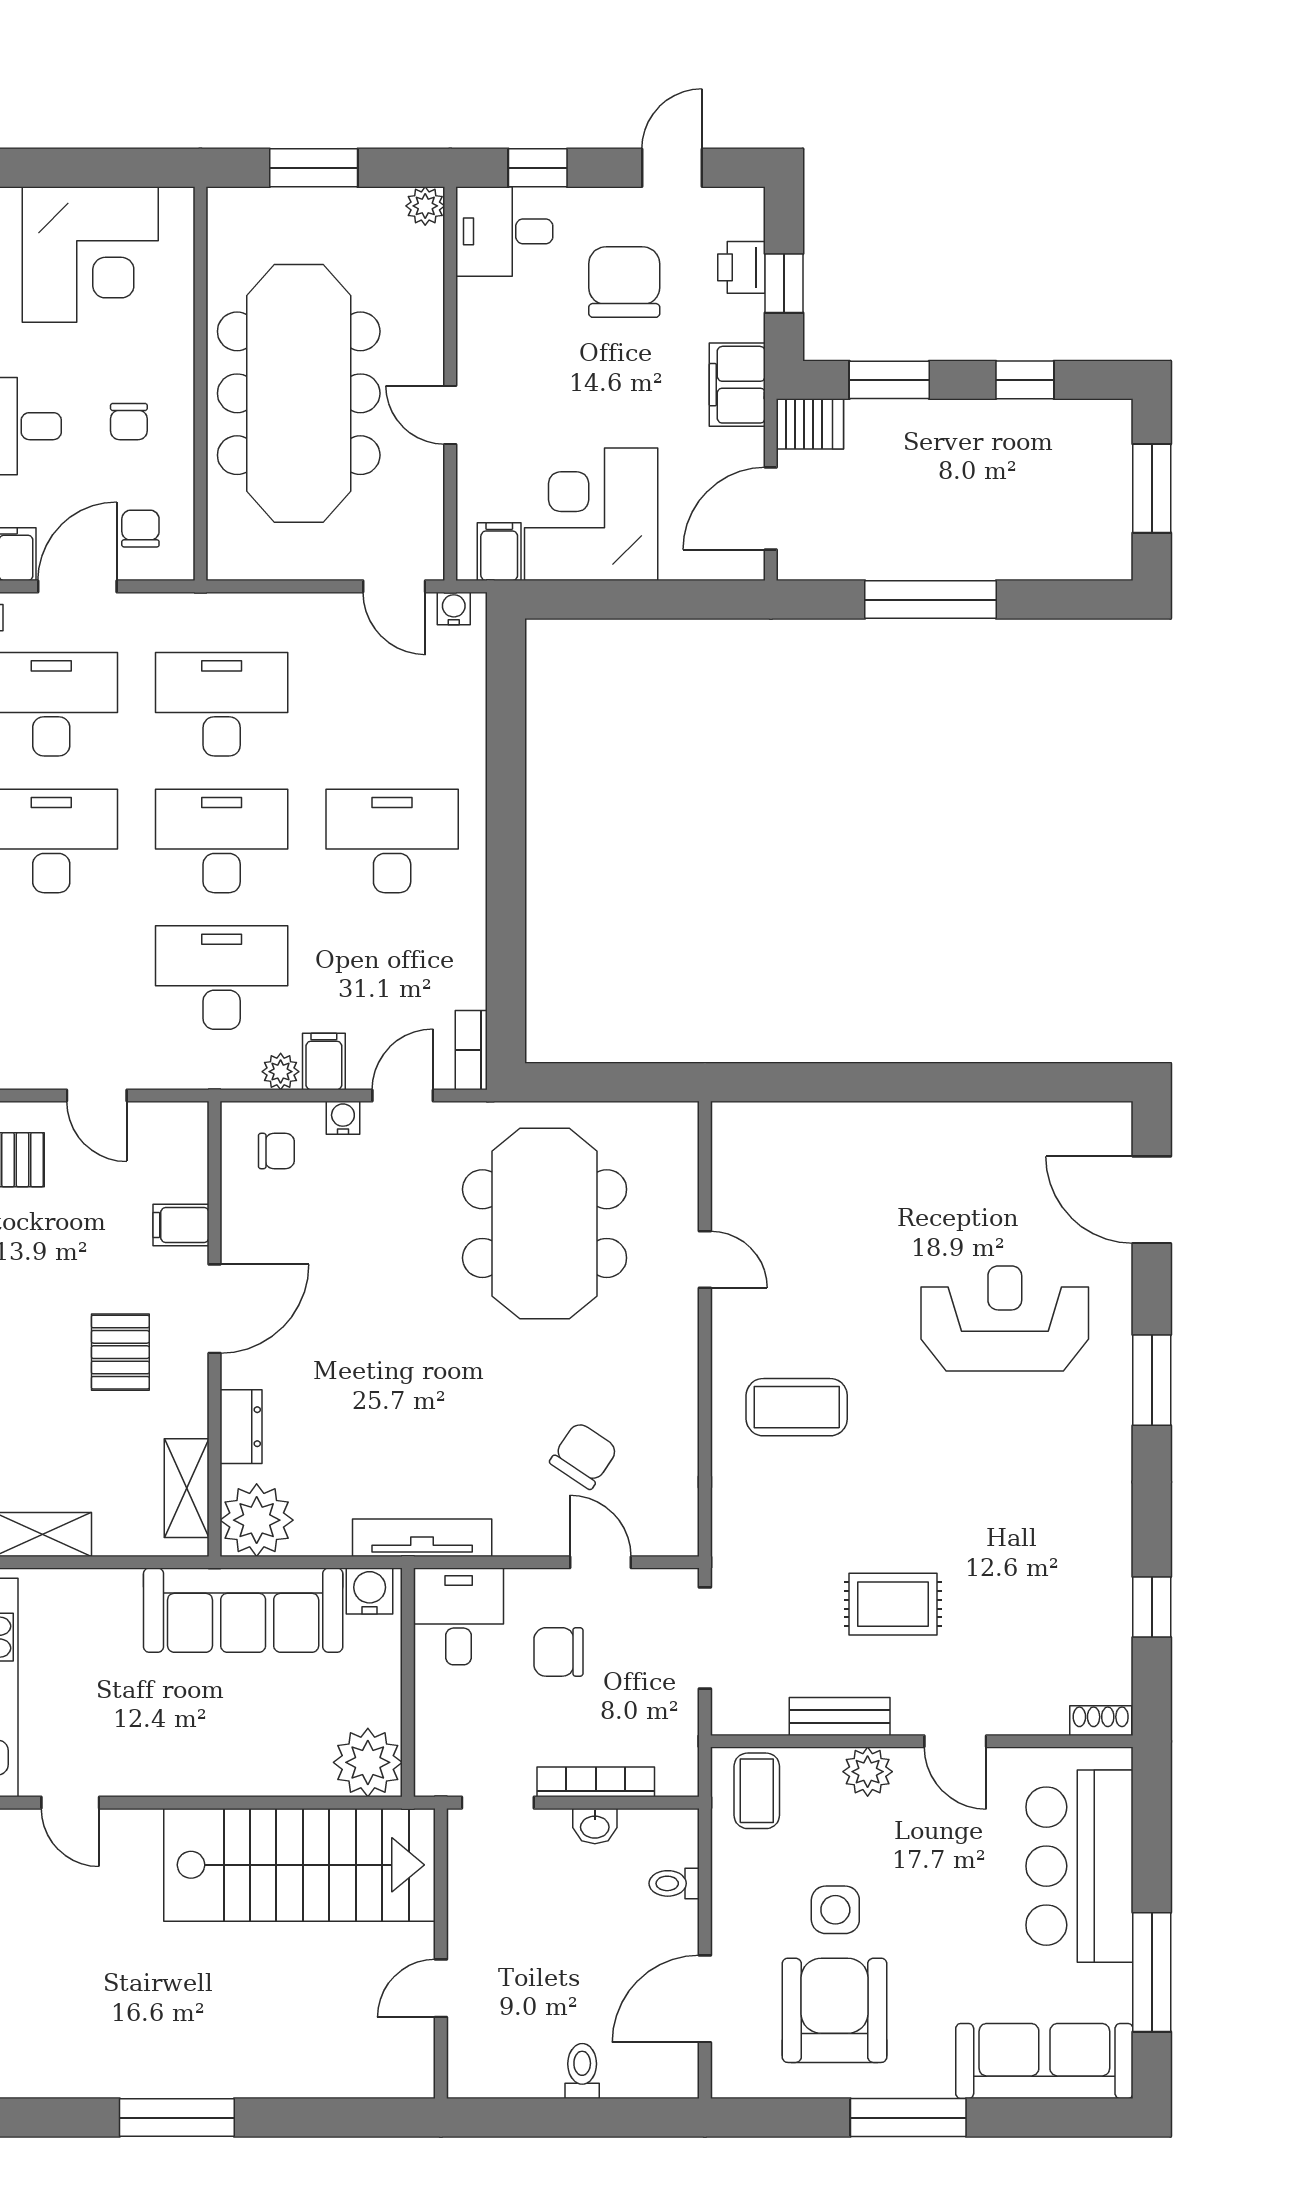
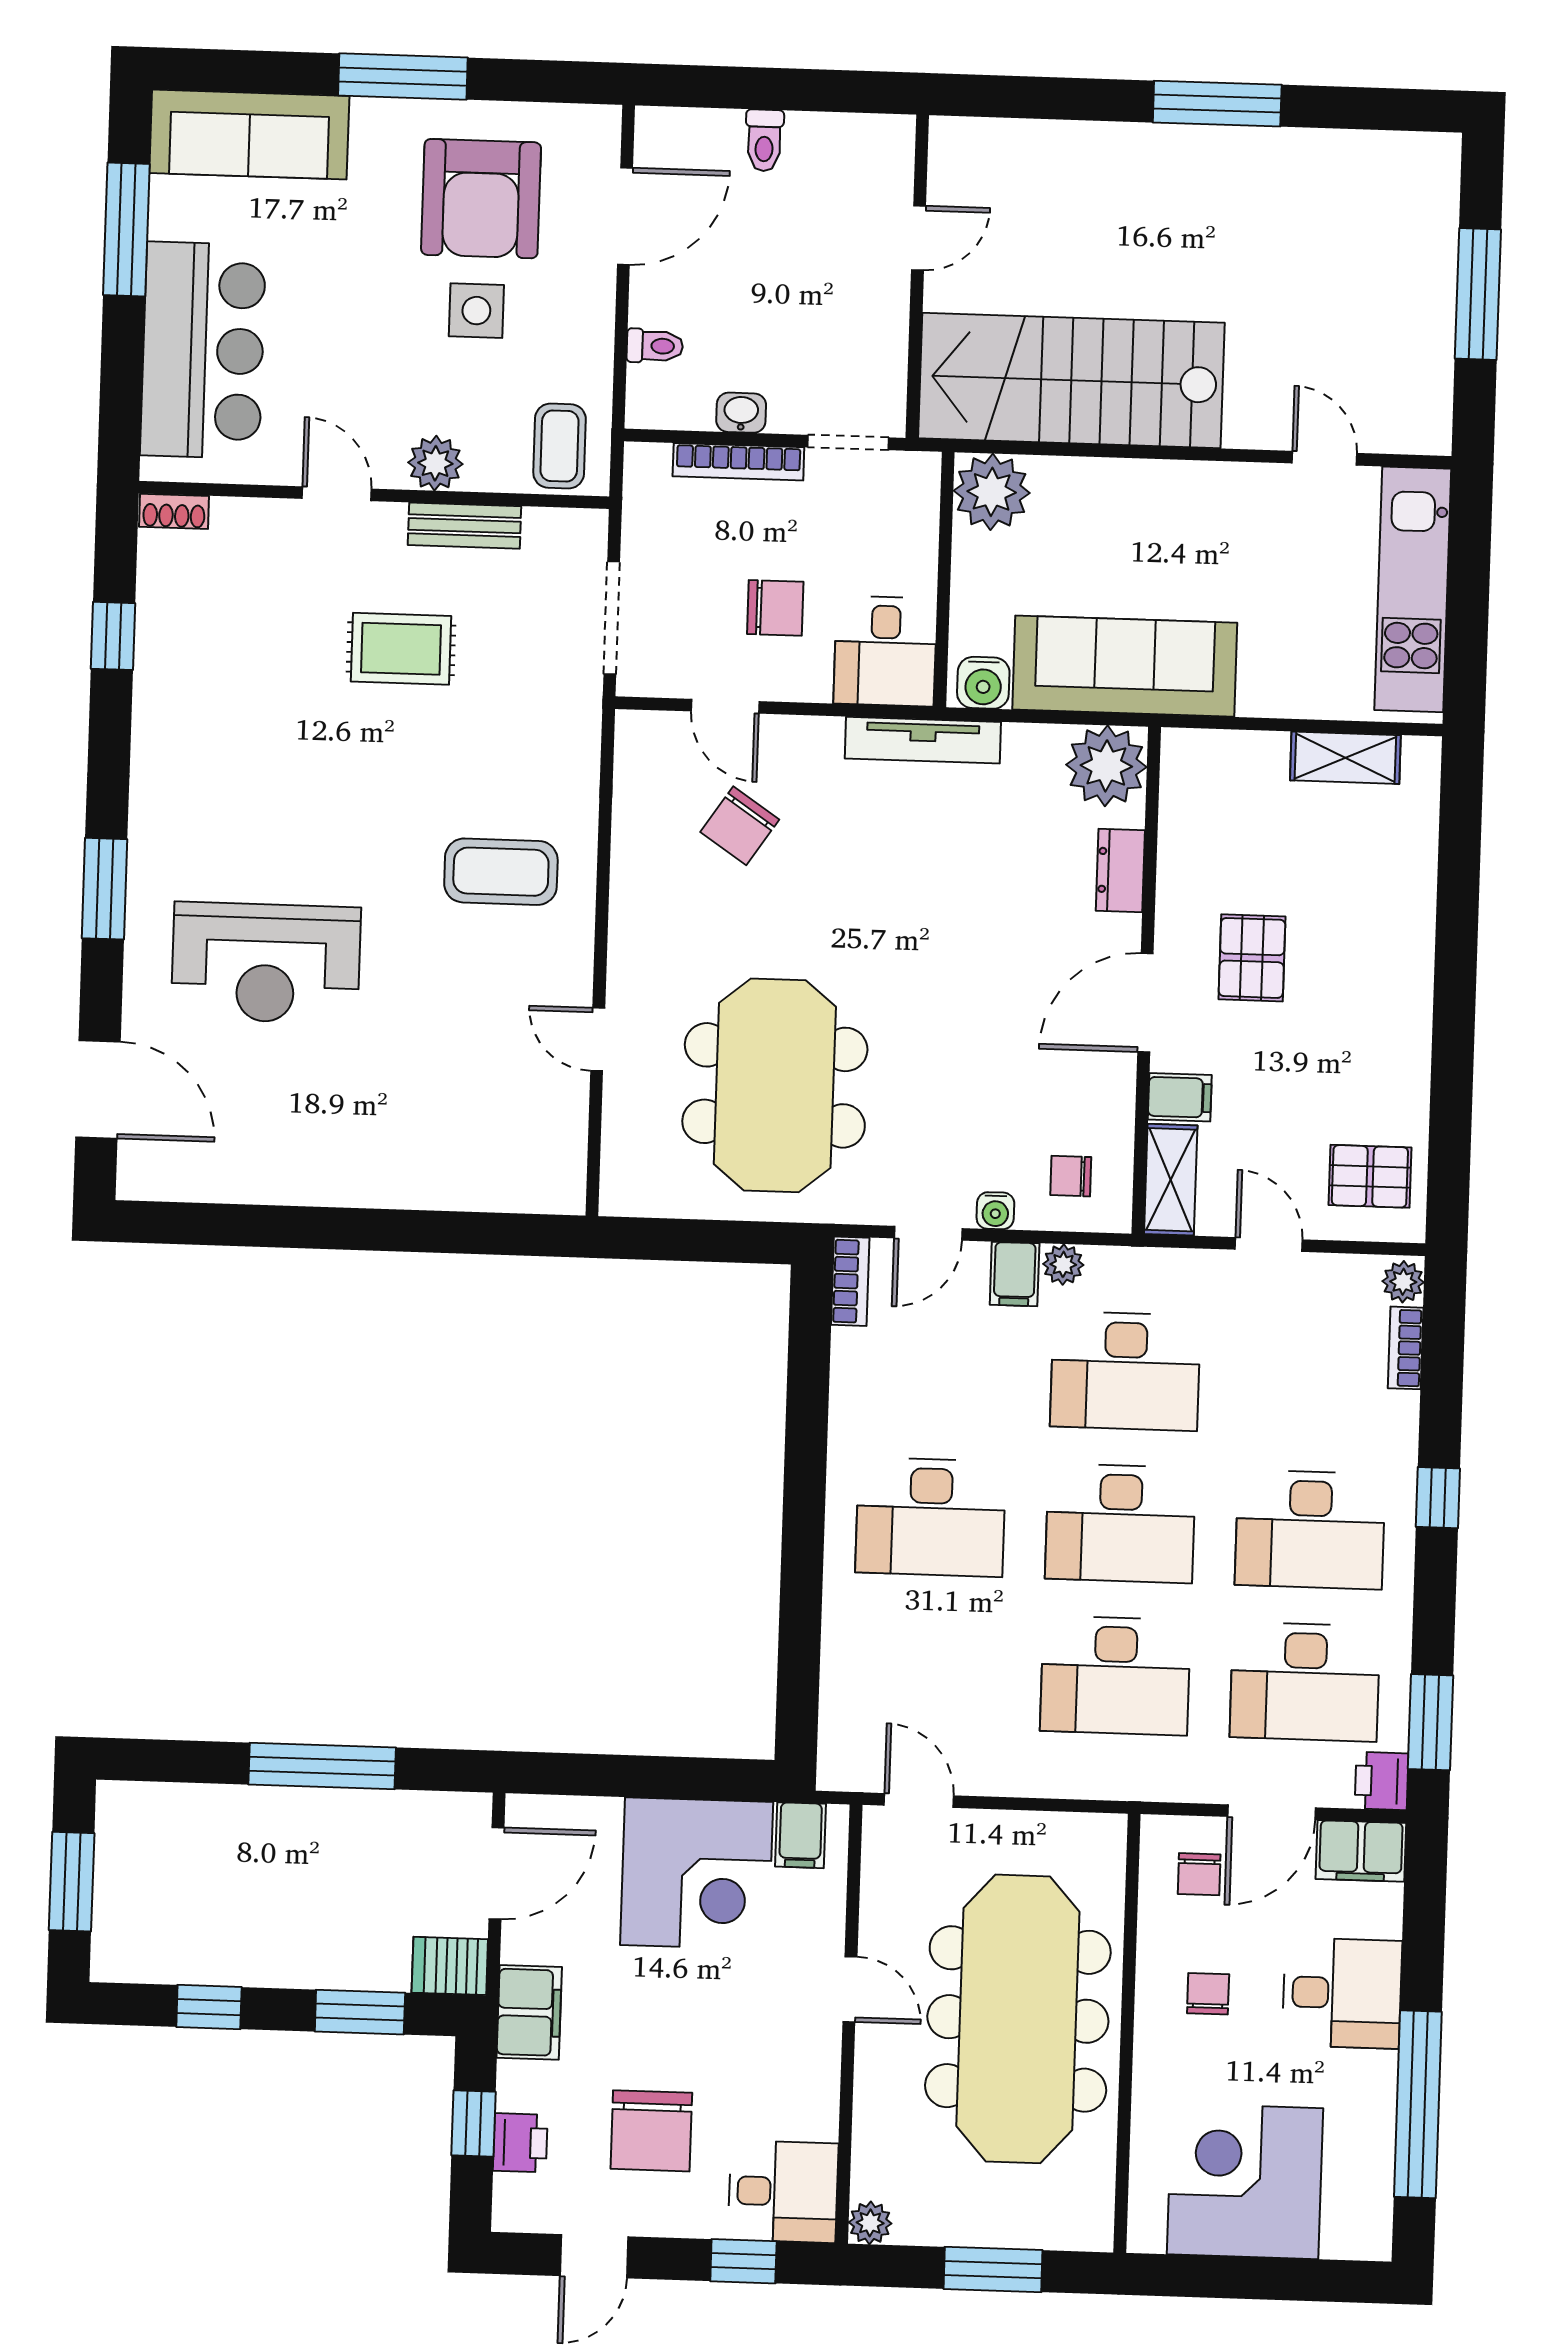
water cooler: (454, 608) -> (853, 1774), removed
shelving: (187, 1488) -> (1171, 1180), moved

